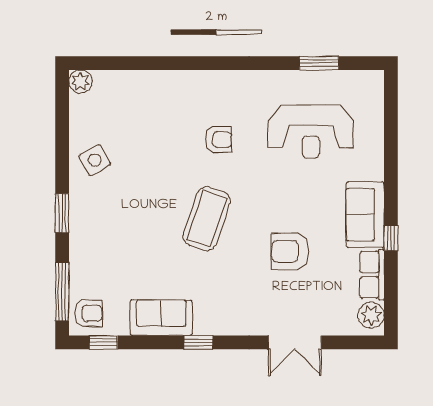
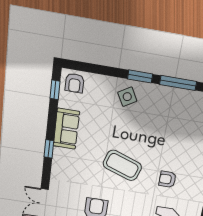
armchair: (218, 140) -> (167, 179), turned 90
side table: (95, 160) -> (127, 97), moved
window: (62, 292) -> (178, 83), moved

